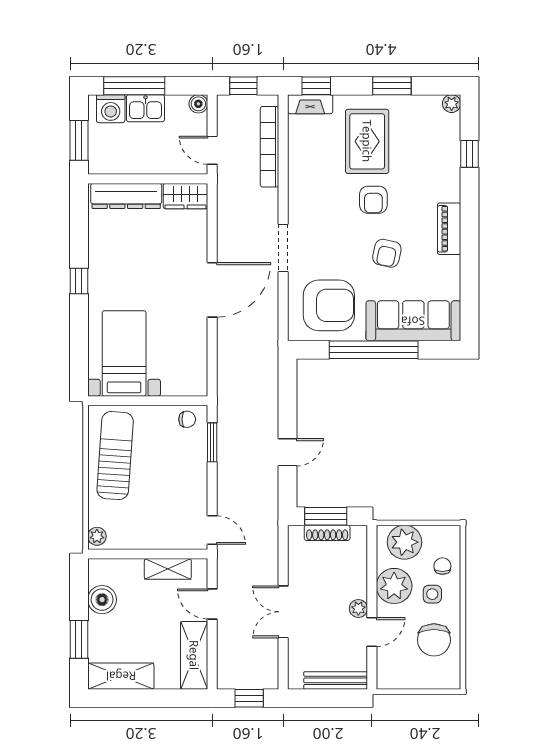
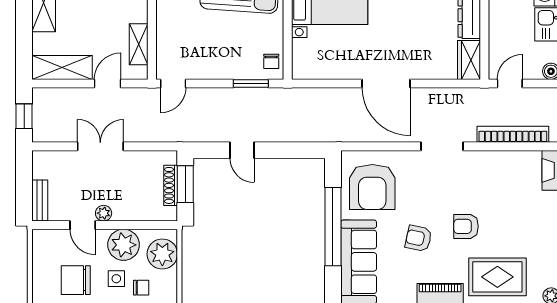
rug: (367, 141) -> (497, 277), moved
doorway: (283, 248) -> (442, 146), moved
bench: (336, 680) -> (40, 200), width x0.73

